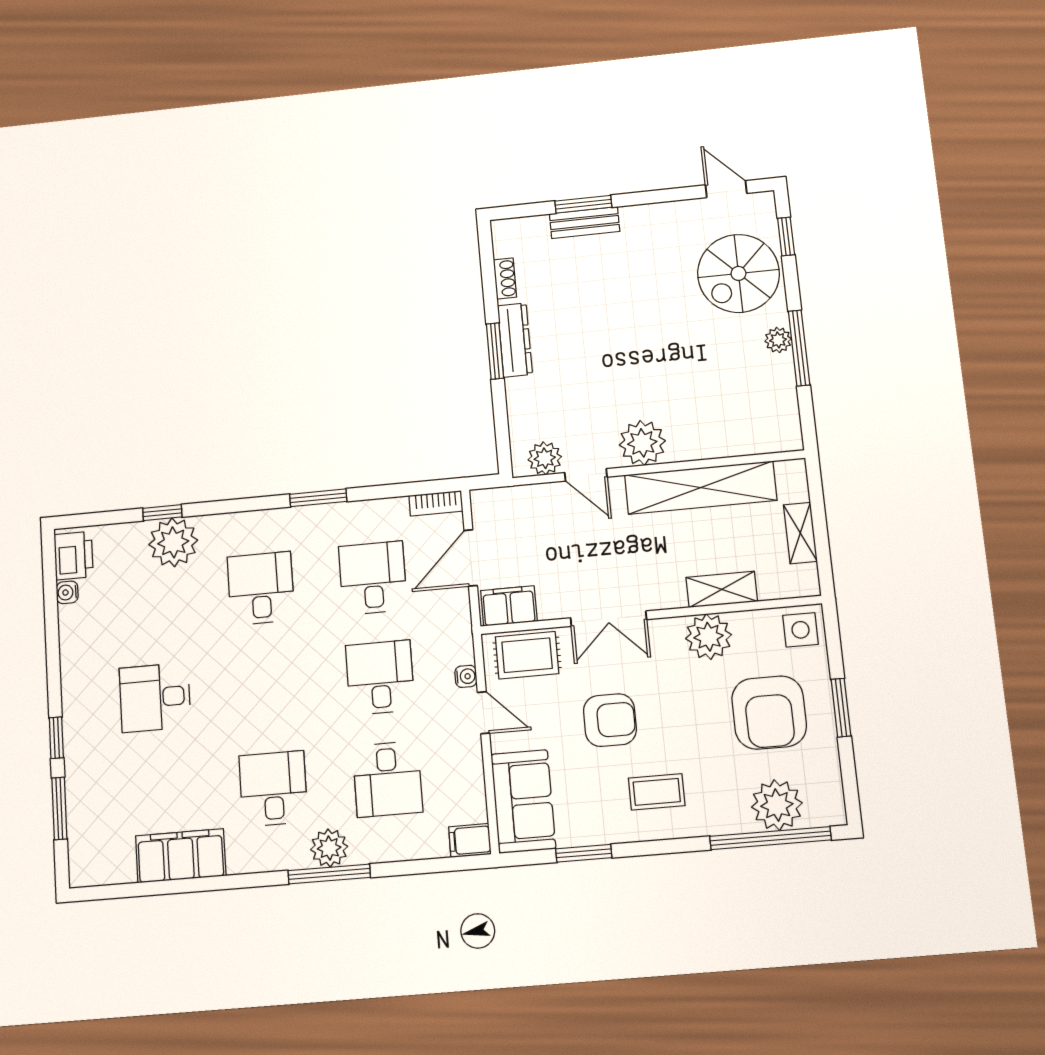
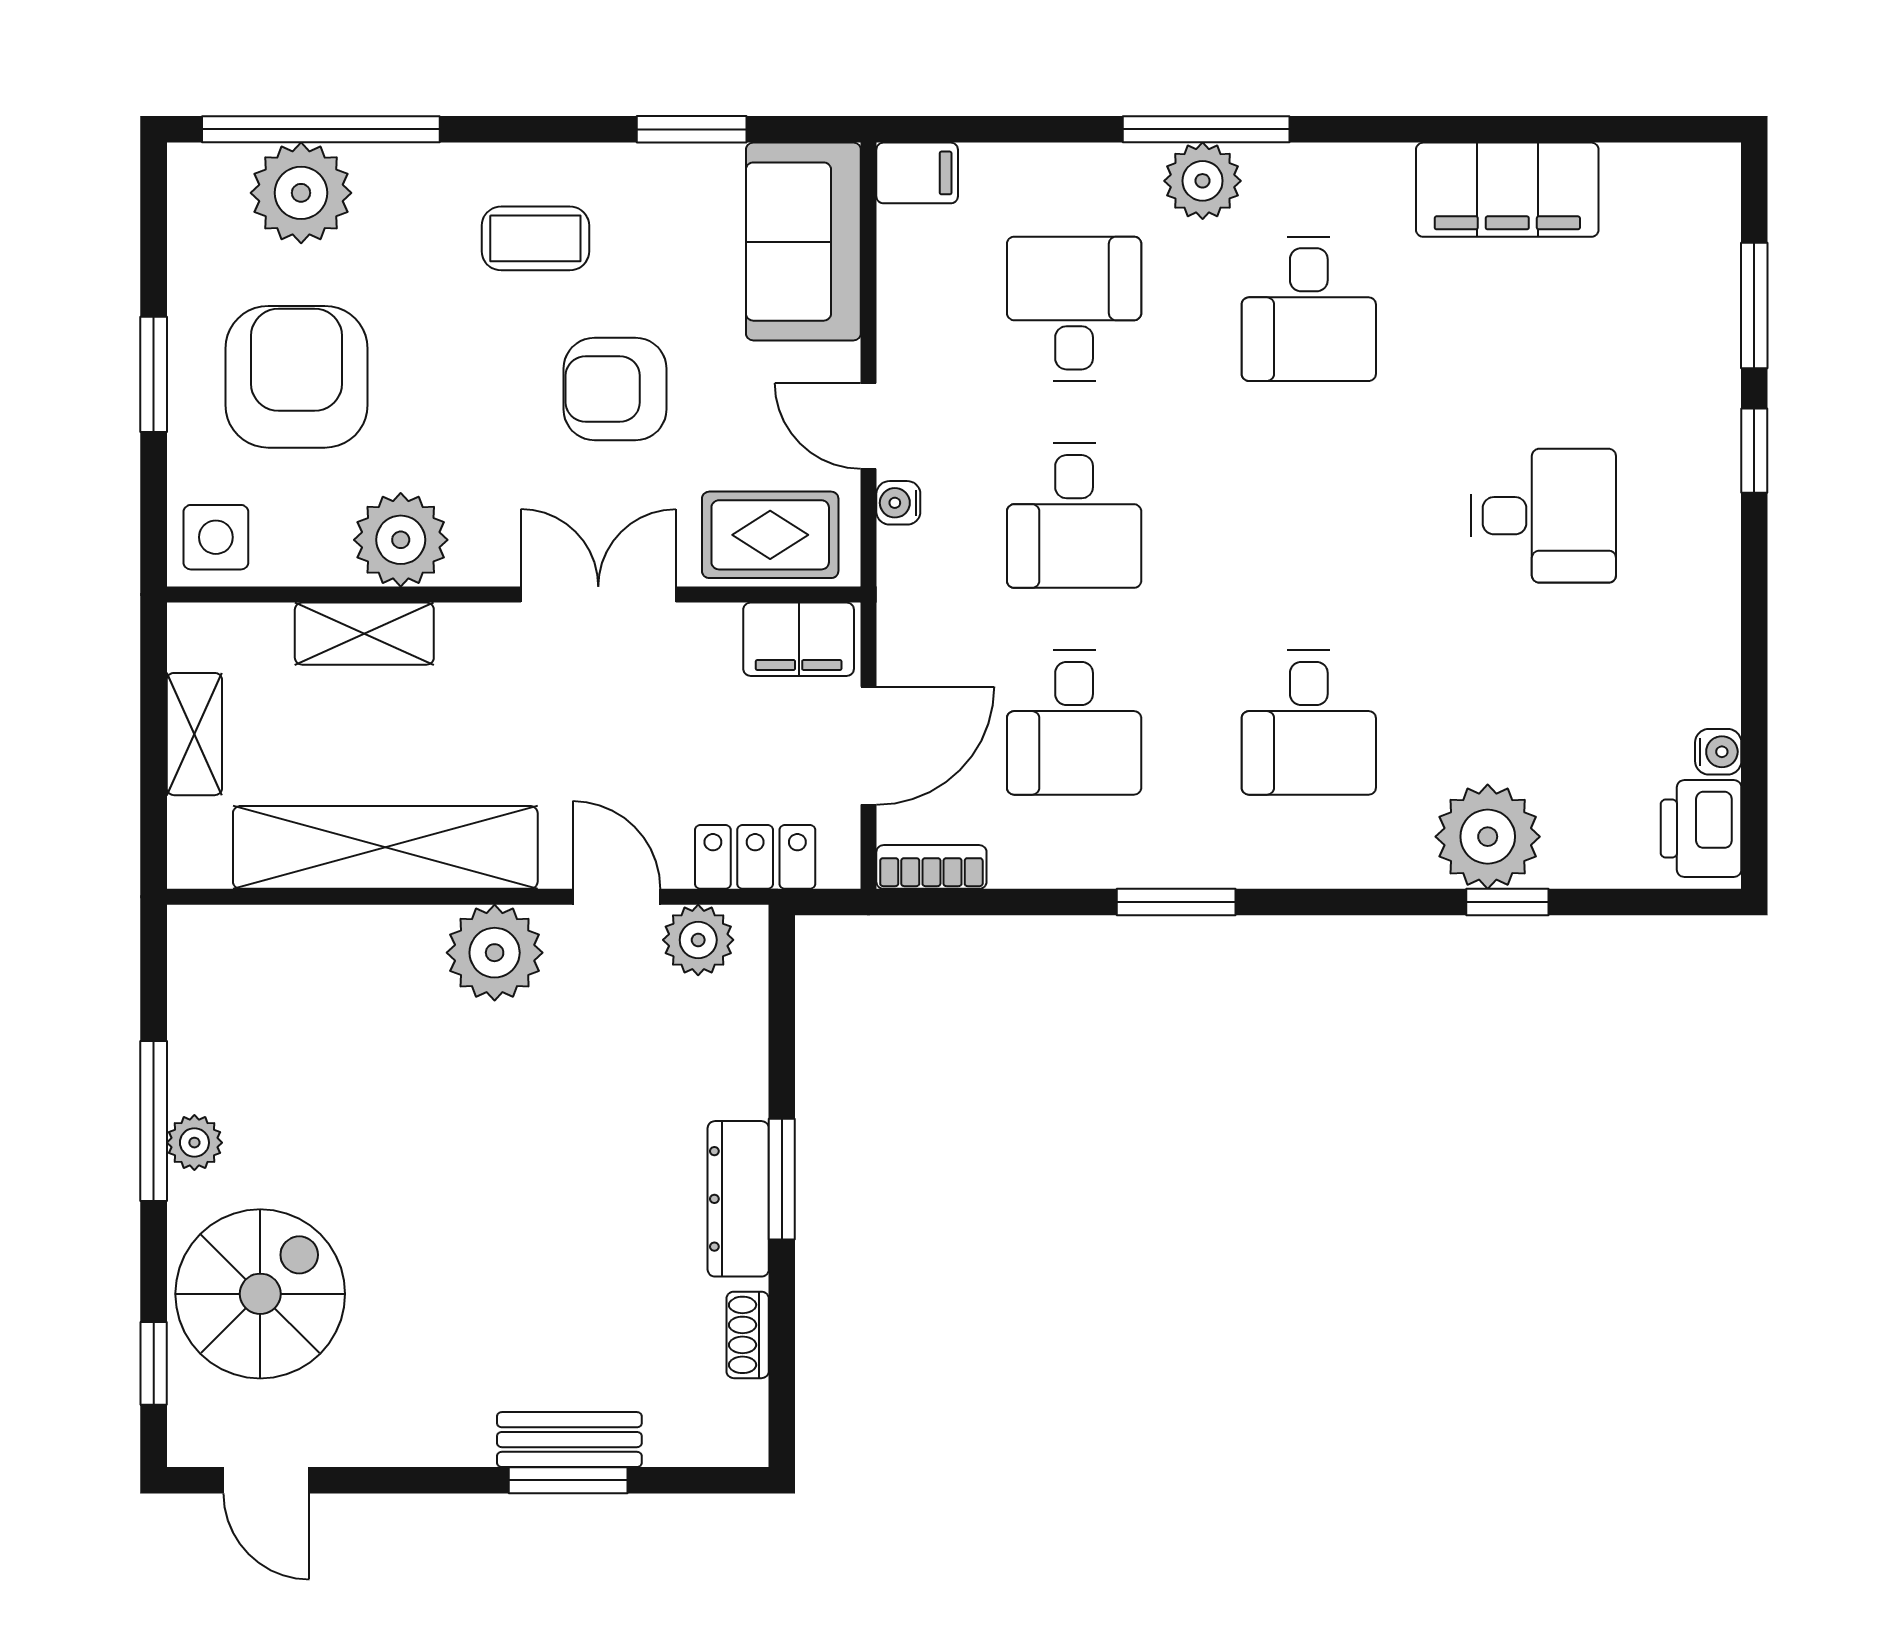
locker: (521, 500) -> (755, 857), added

